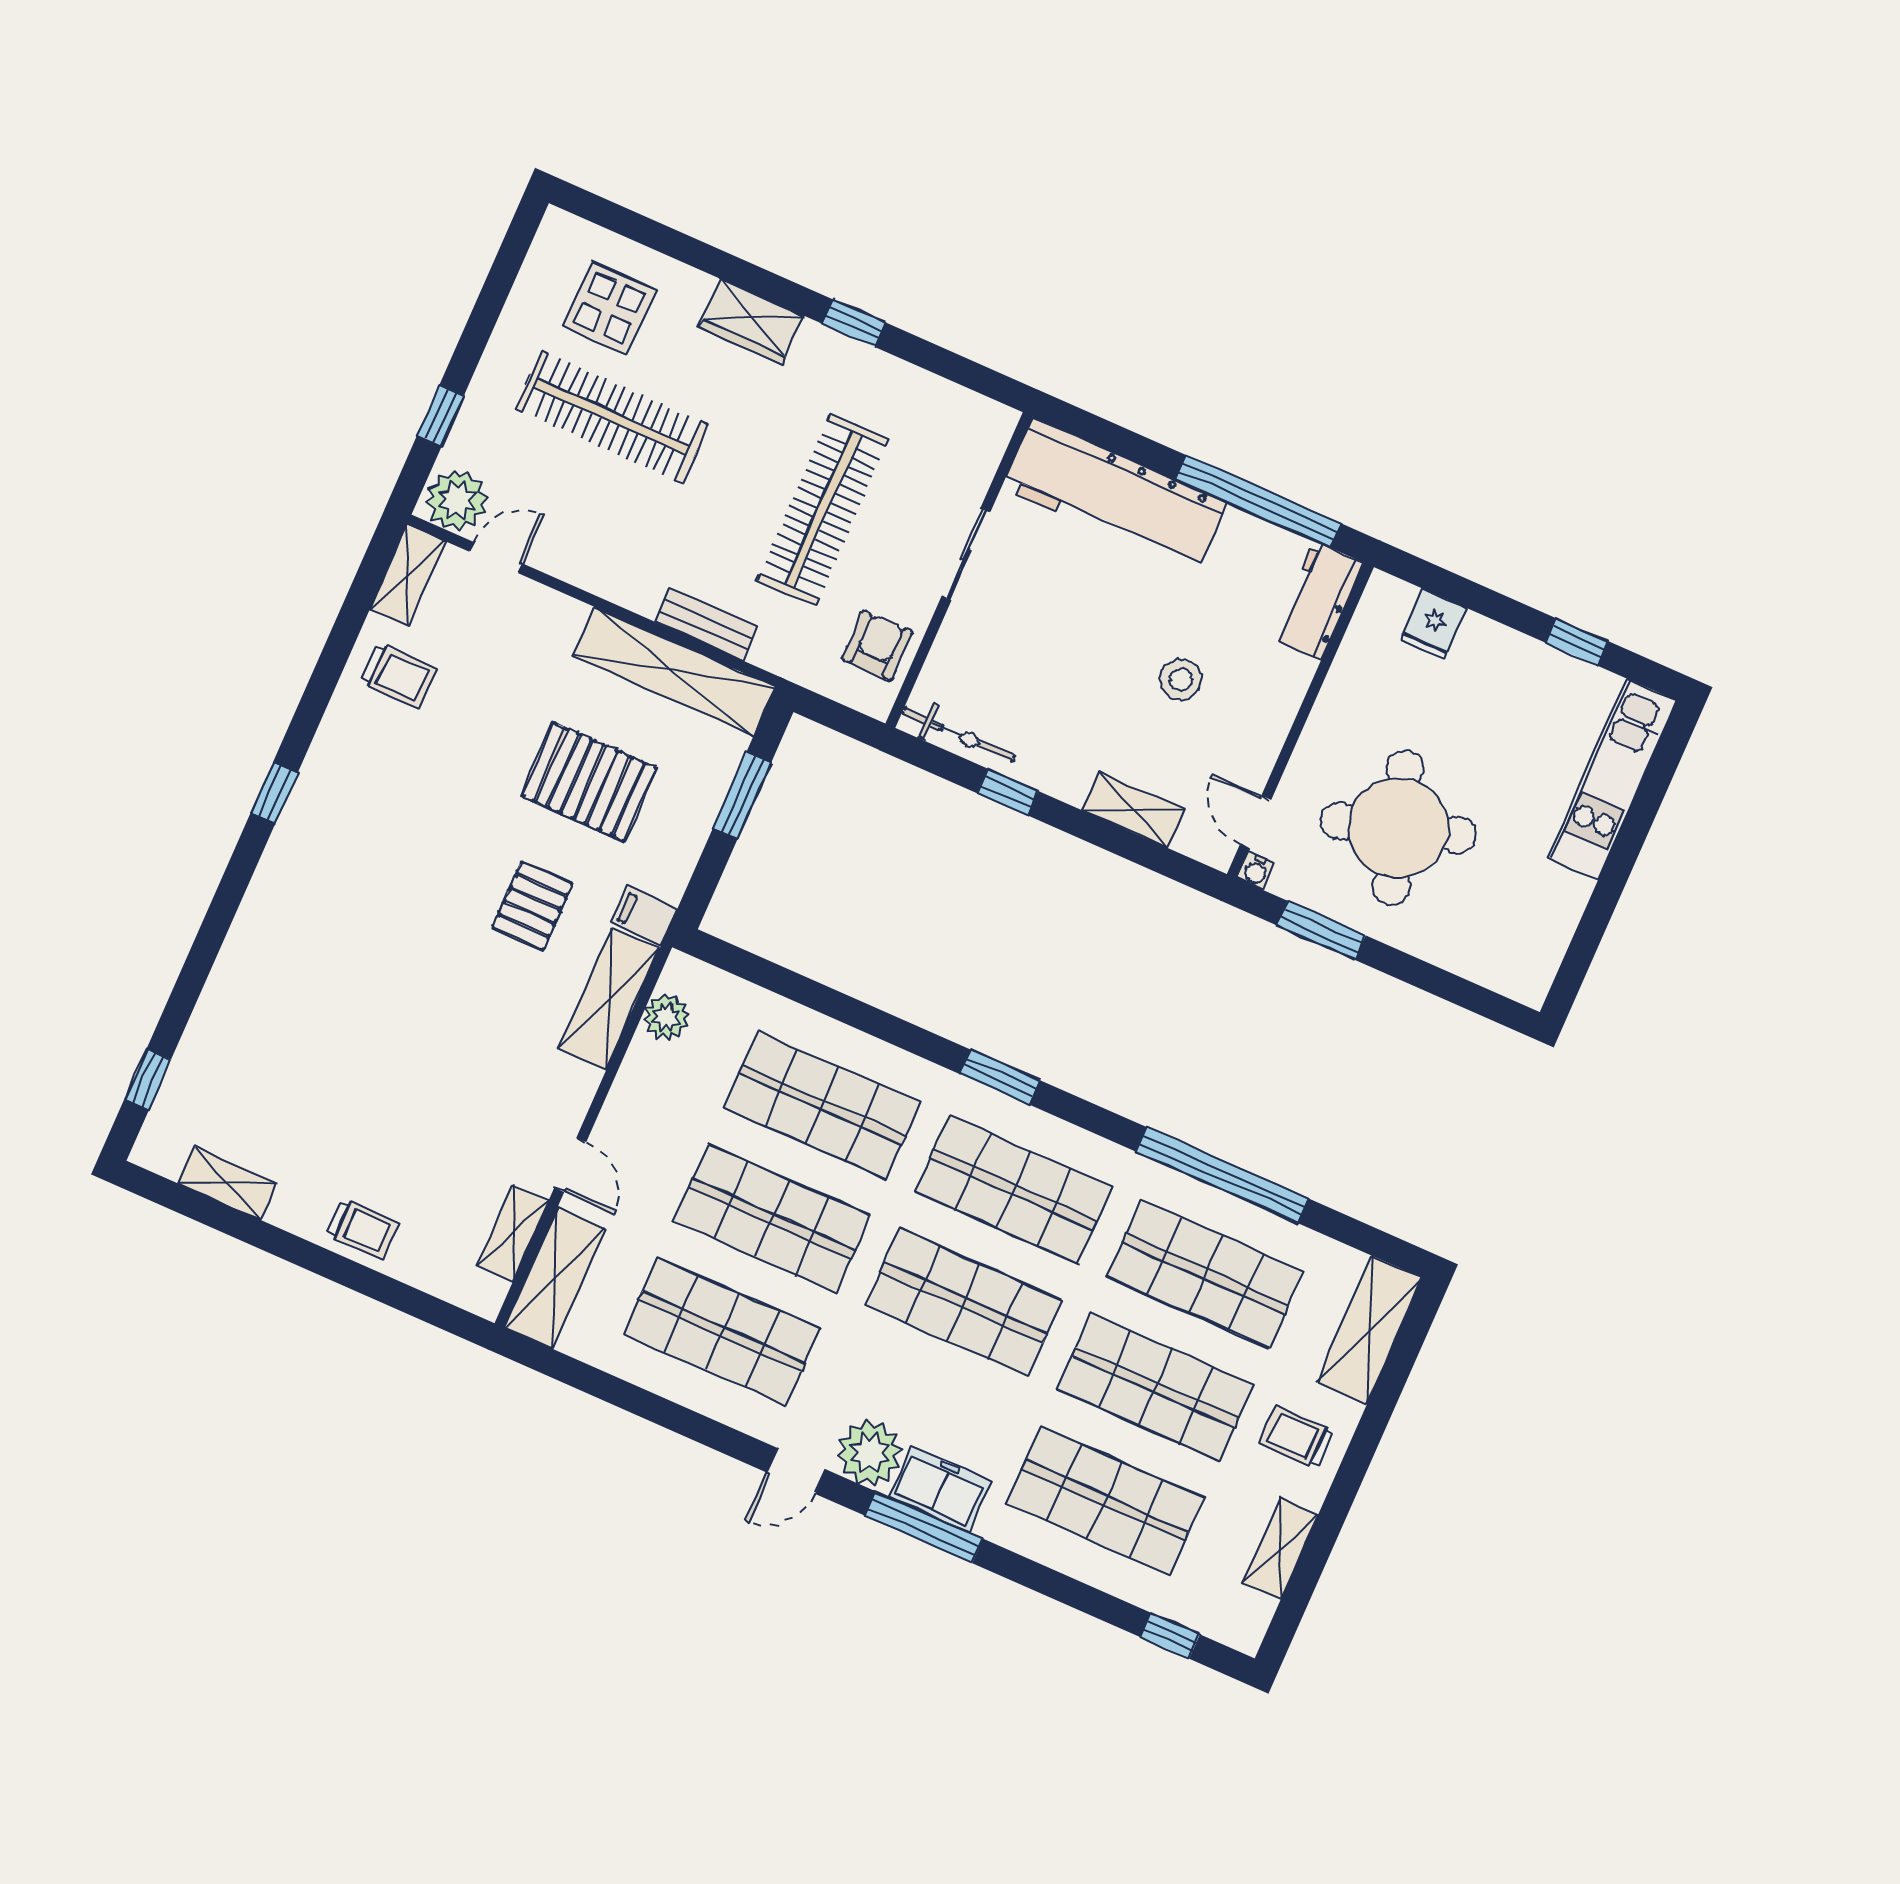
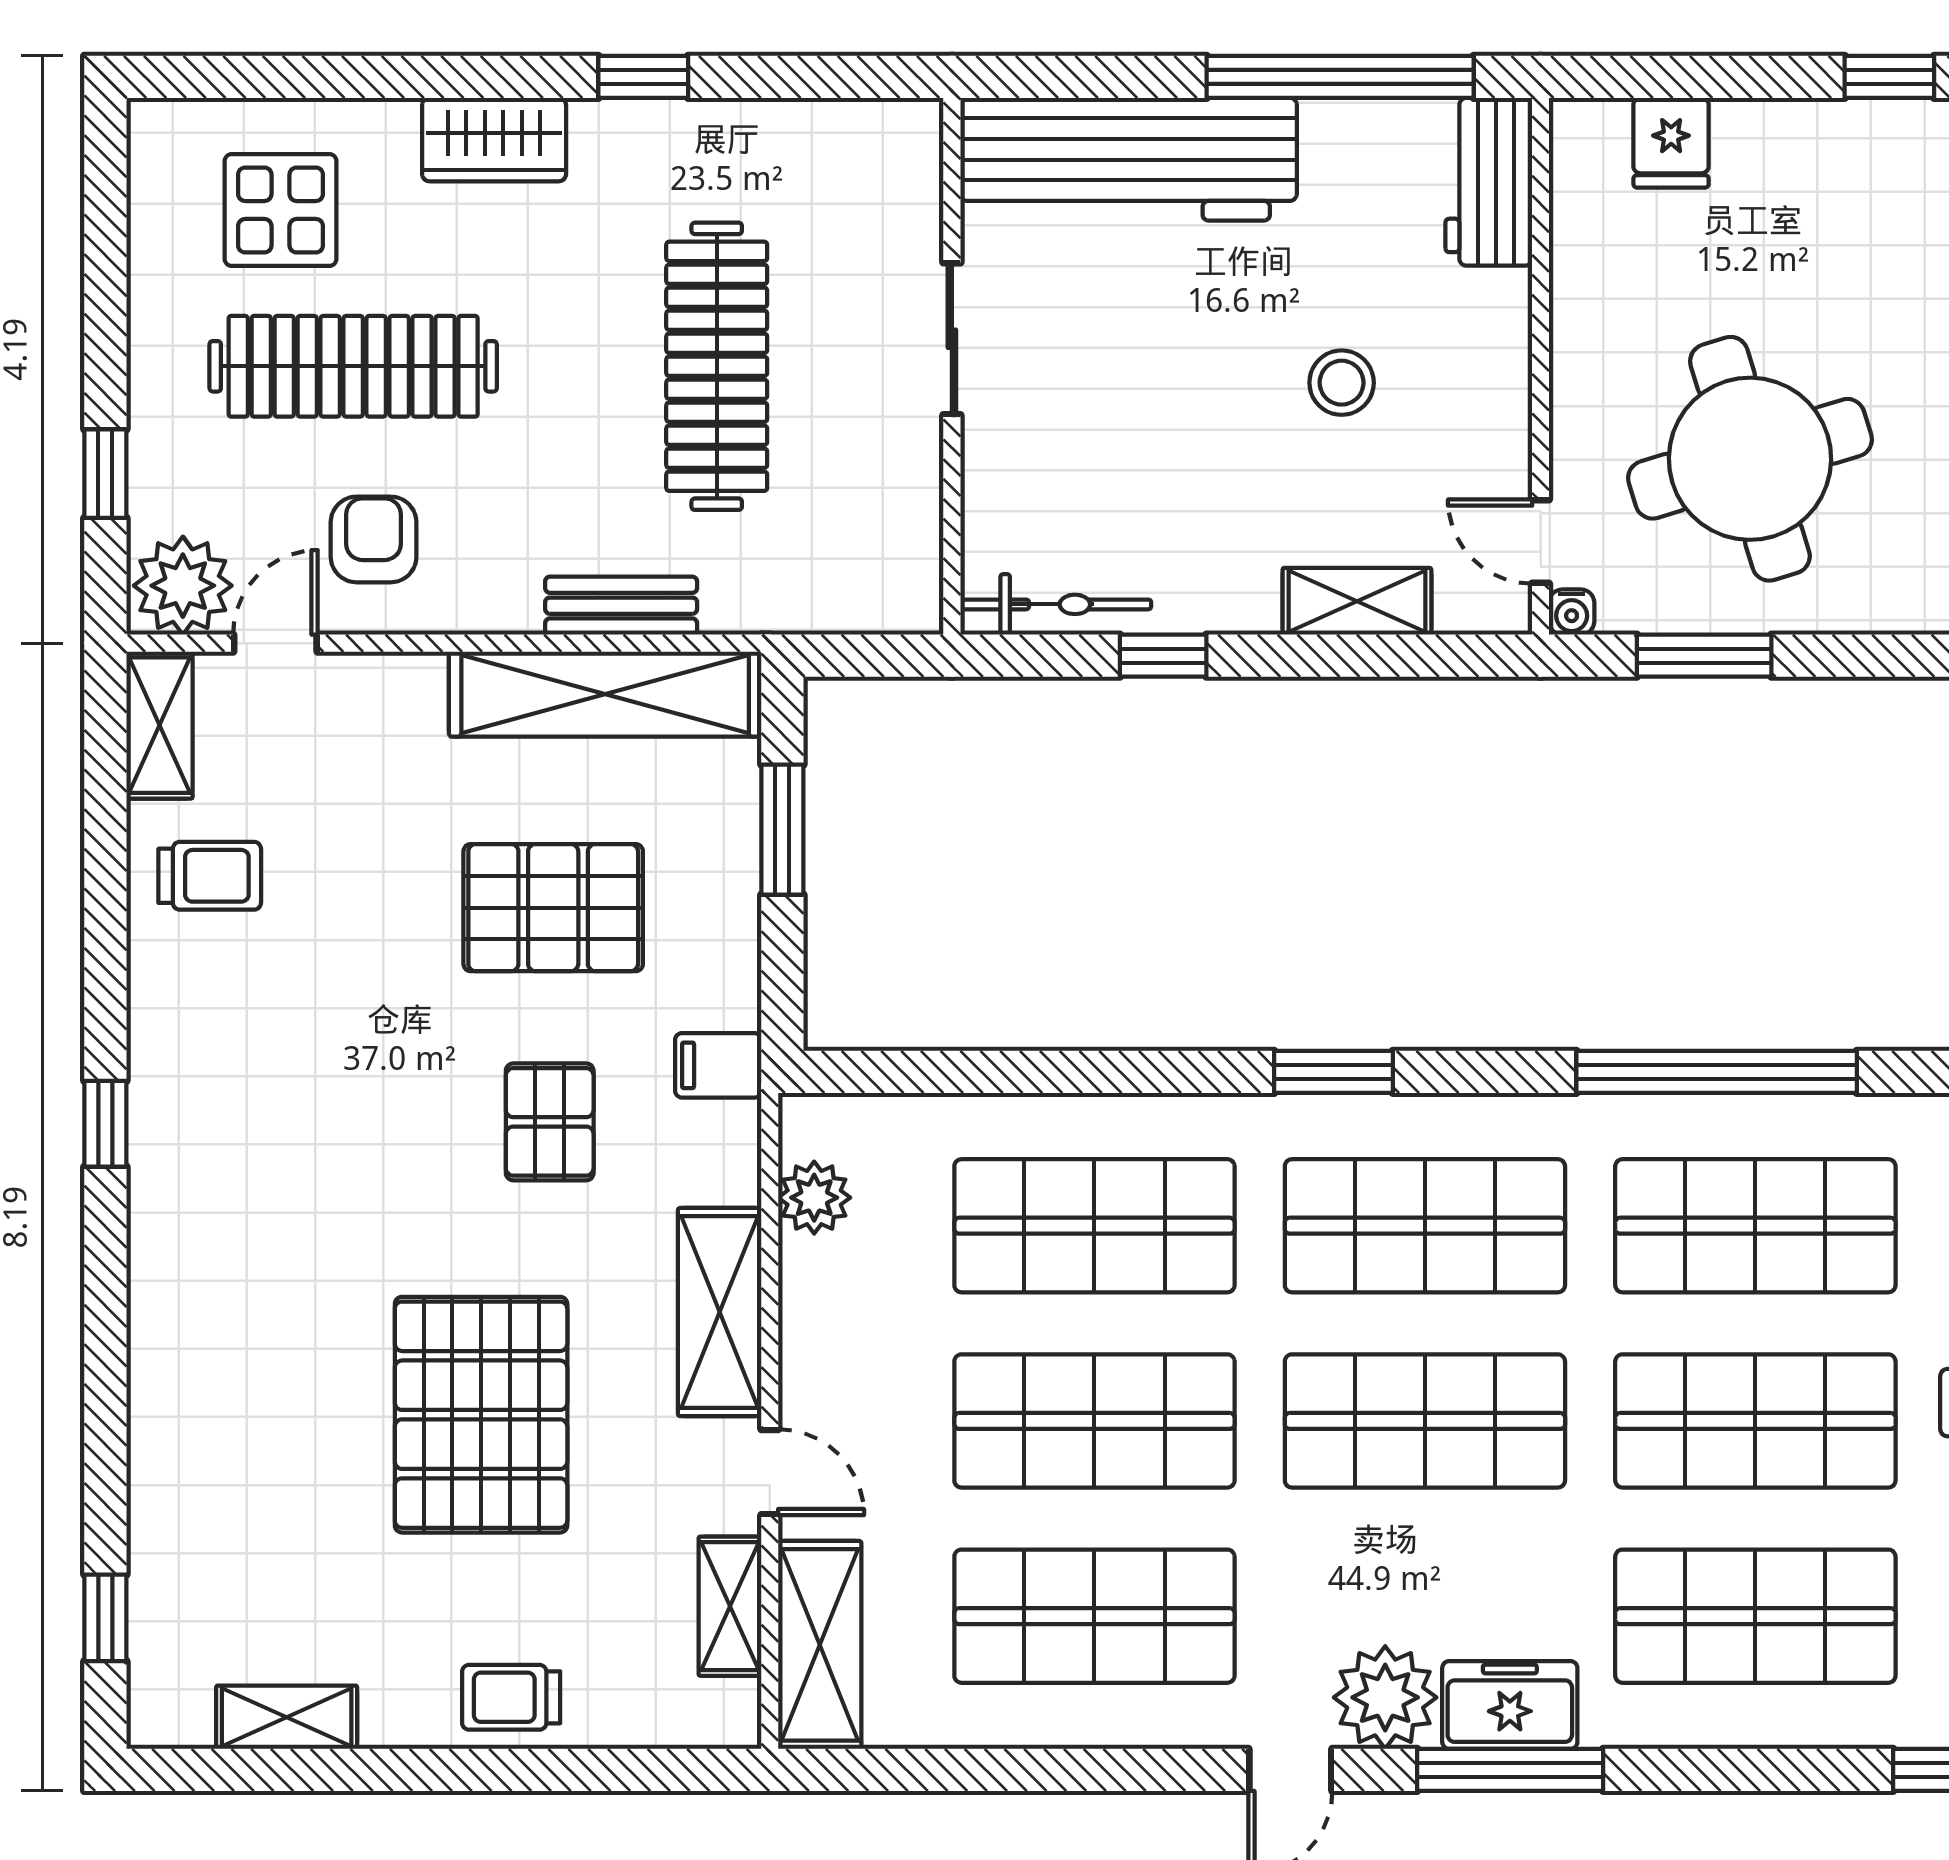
armchair: (877, 645) -> (374, 539), moved
shelving: (609, 998) -> (720, 1312), moved
pallet: (418, 1058) -> (481, 1415), added
trolley: (363, 1229) -> (511, 1697), turned 180

